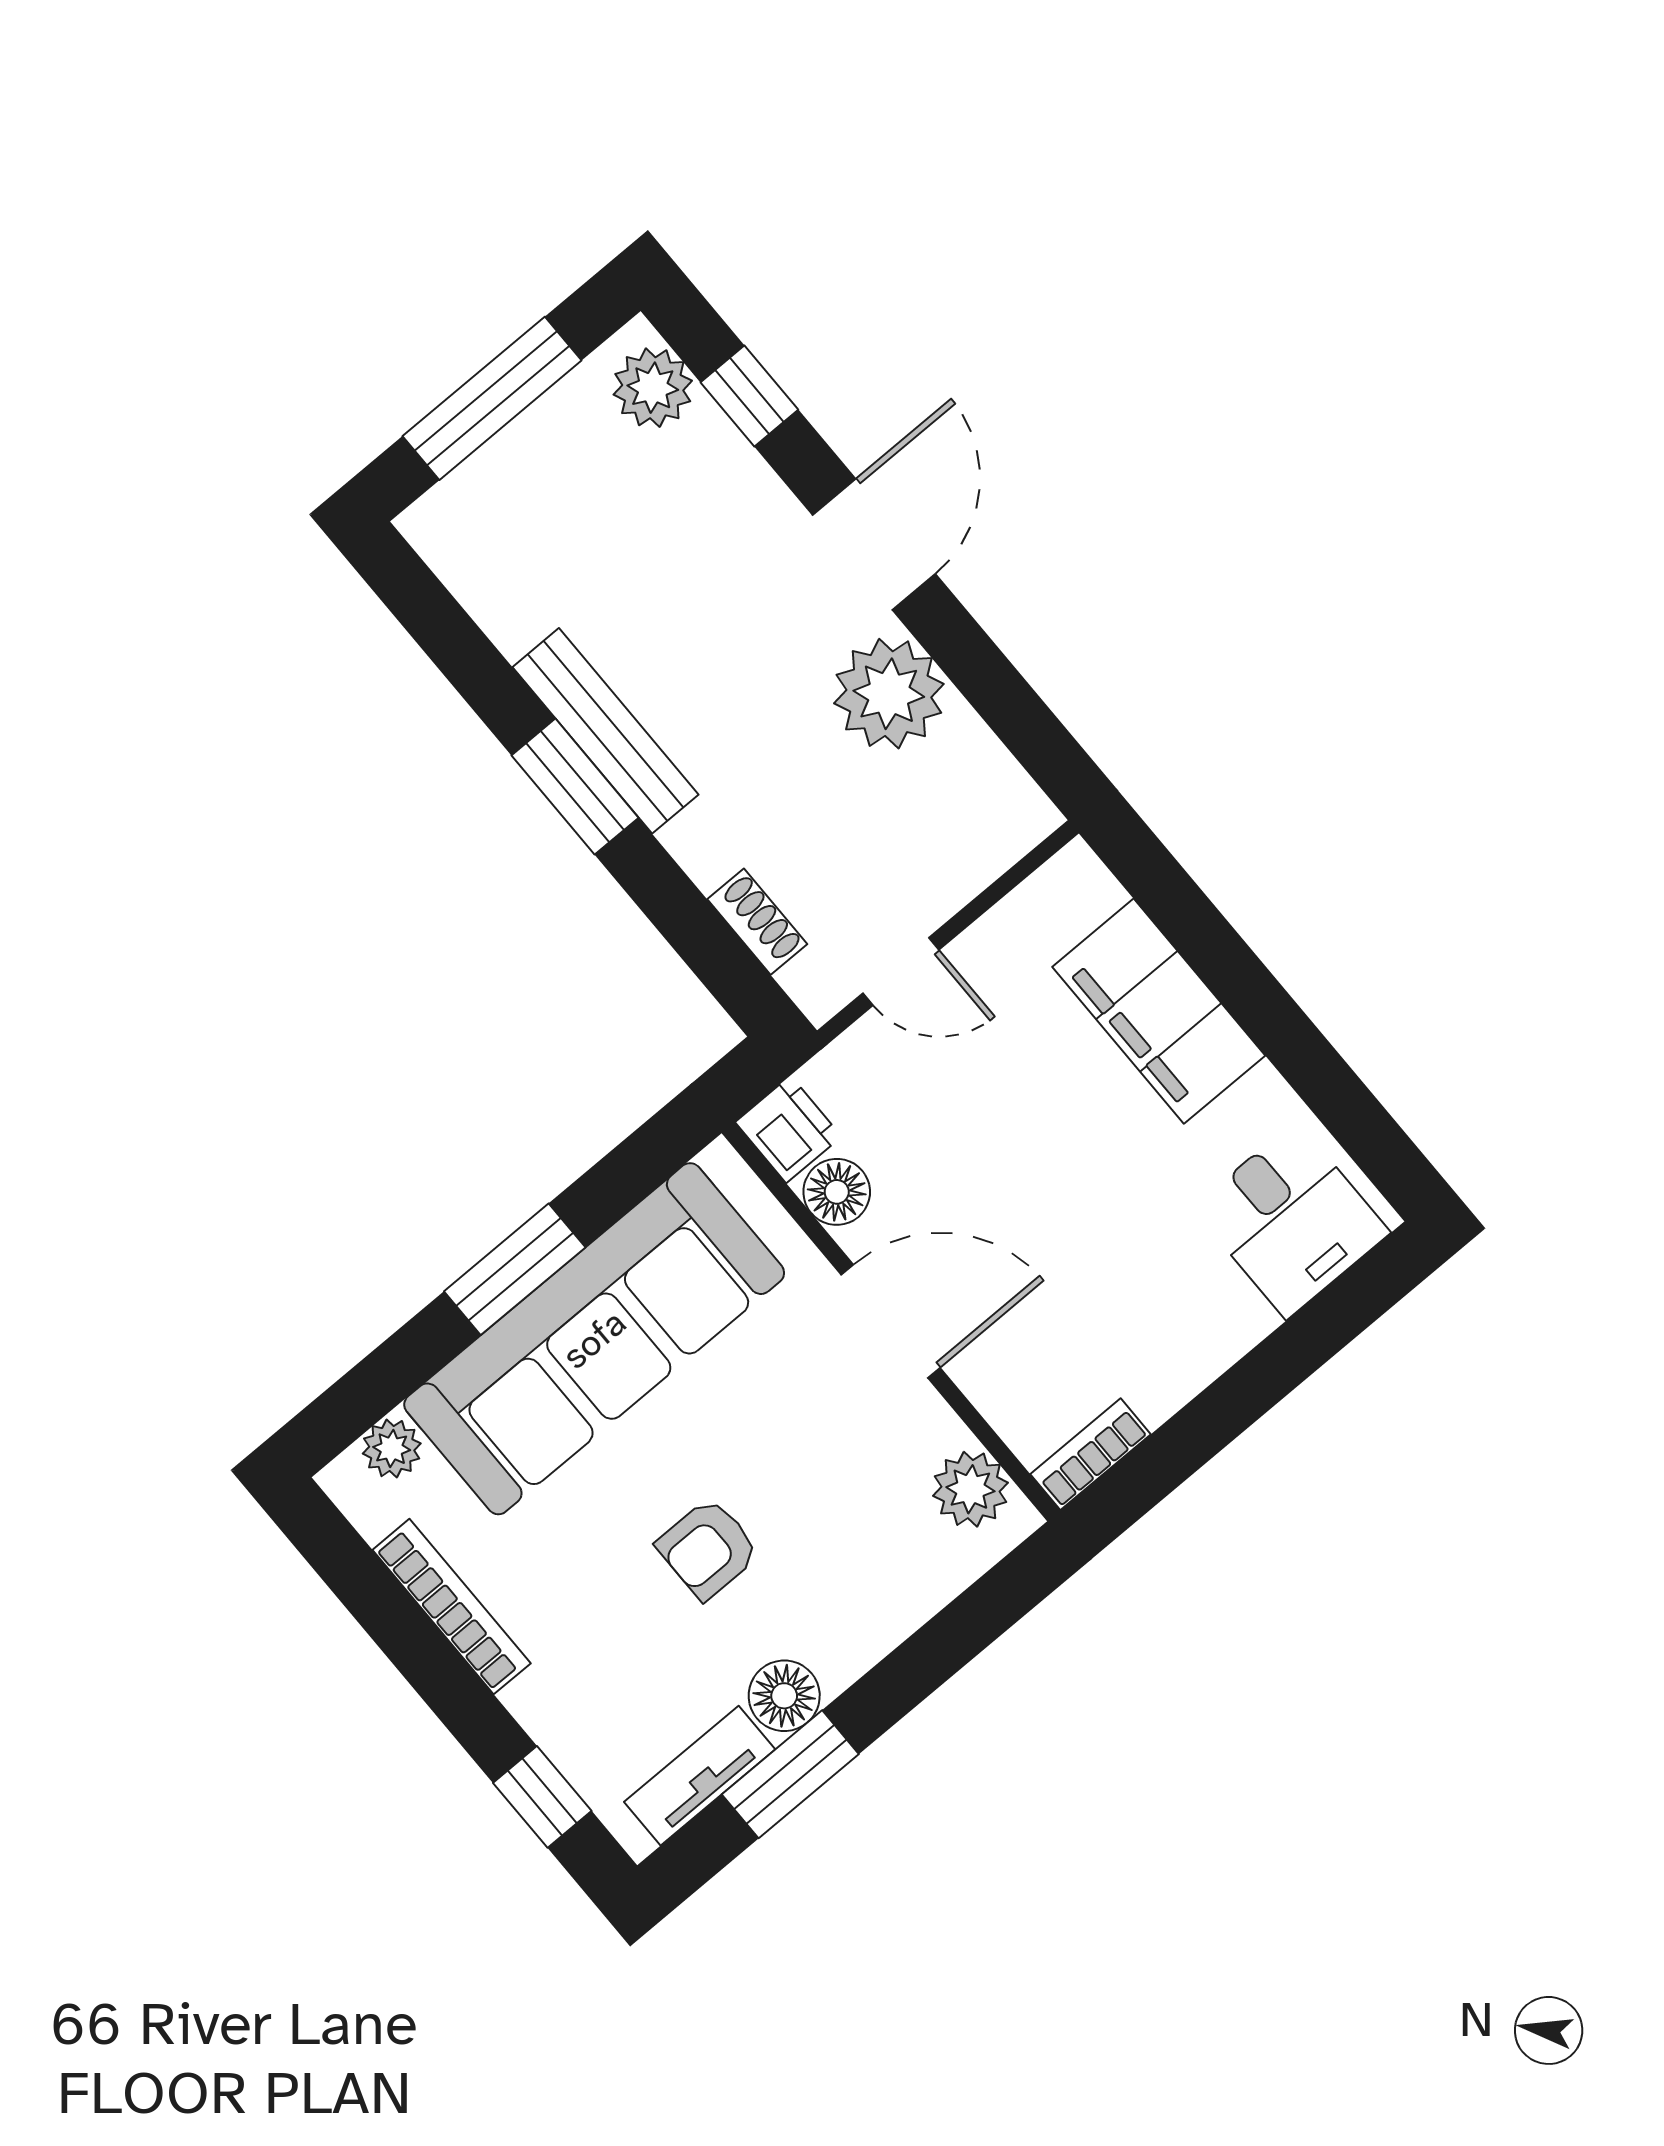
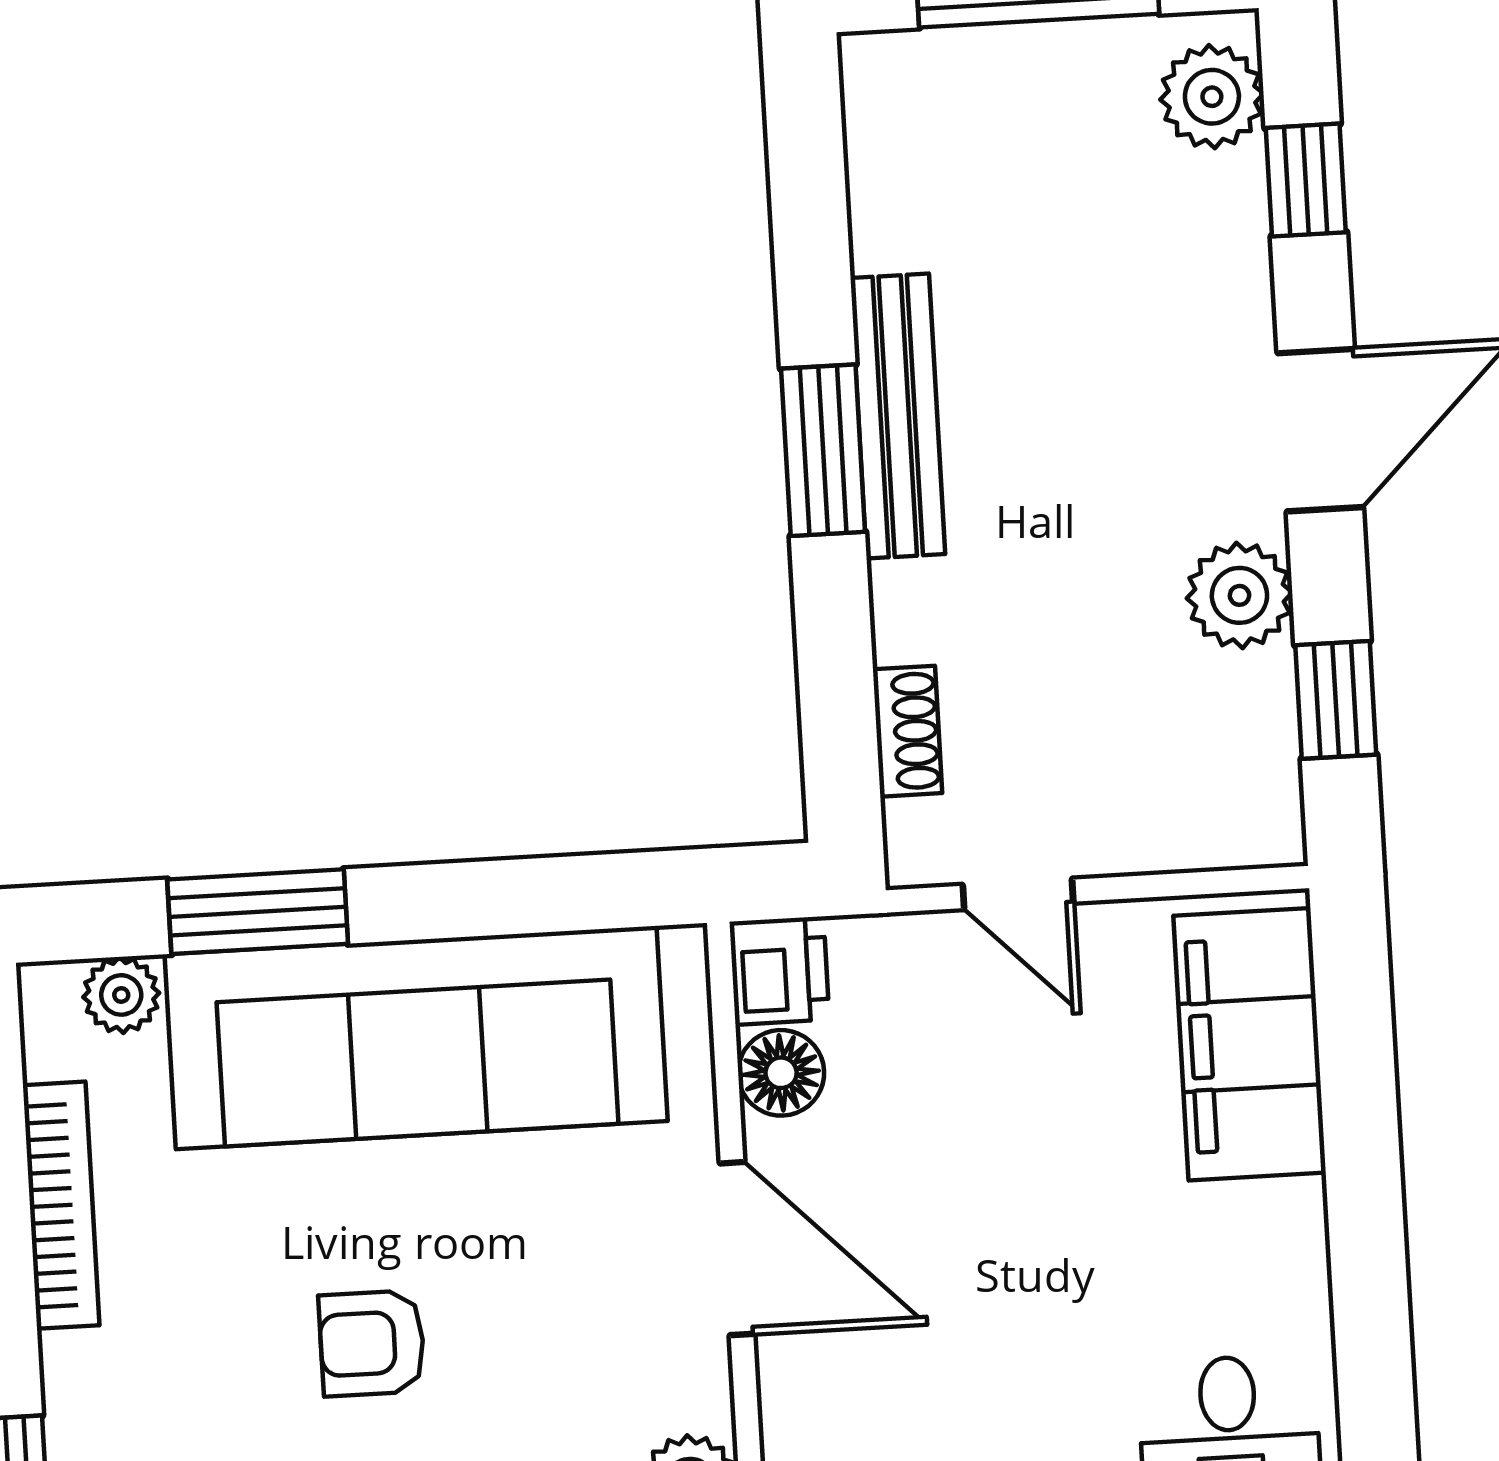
plant: (889, 694) -> (1239, 595), width x0.73, depth x0.73
window: (1008, 704) -> (1336, 700), added
filing cabinet: (1159, 1011) -> (1250, 1044), moved
window: (515, 1269) -> (258, 912), moved

